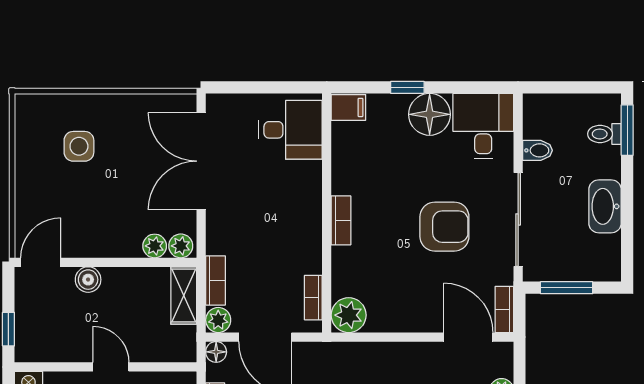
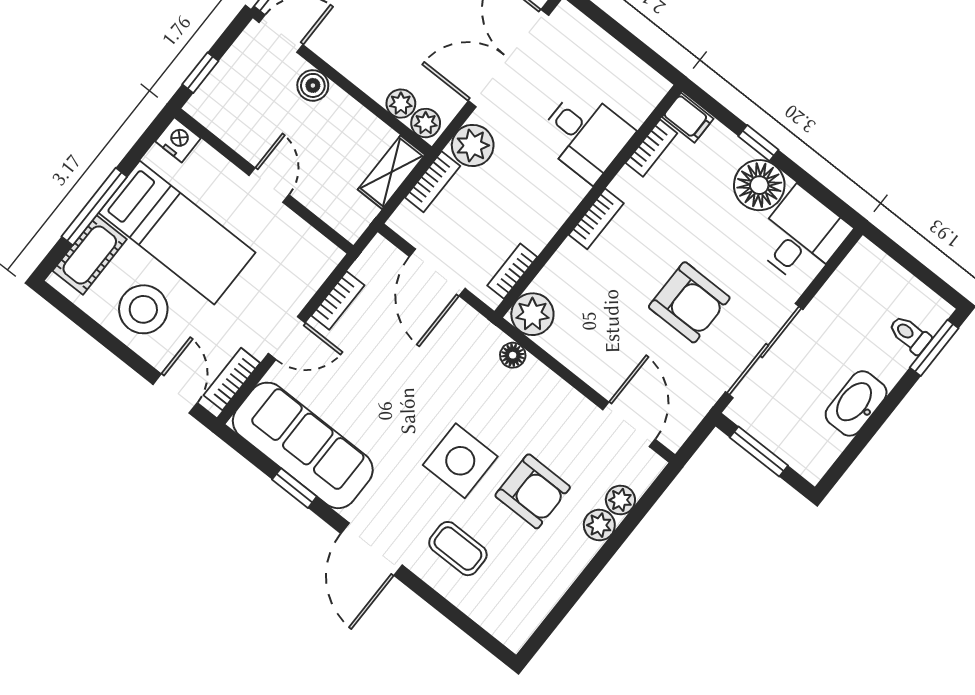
desk: (291, 130) -> (585, 135), moved
bidet: (537, 150) -> (834, 300), removed
bookcase: (504, 309) -> (651, 148), moved, turned 180
plant: (218, 320) -> (473, 145), moved, width x1.38, depth x1.38
floor lamp: (216, 352) -> (513, 355), moved

